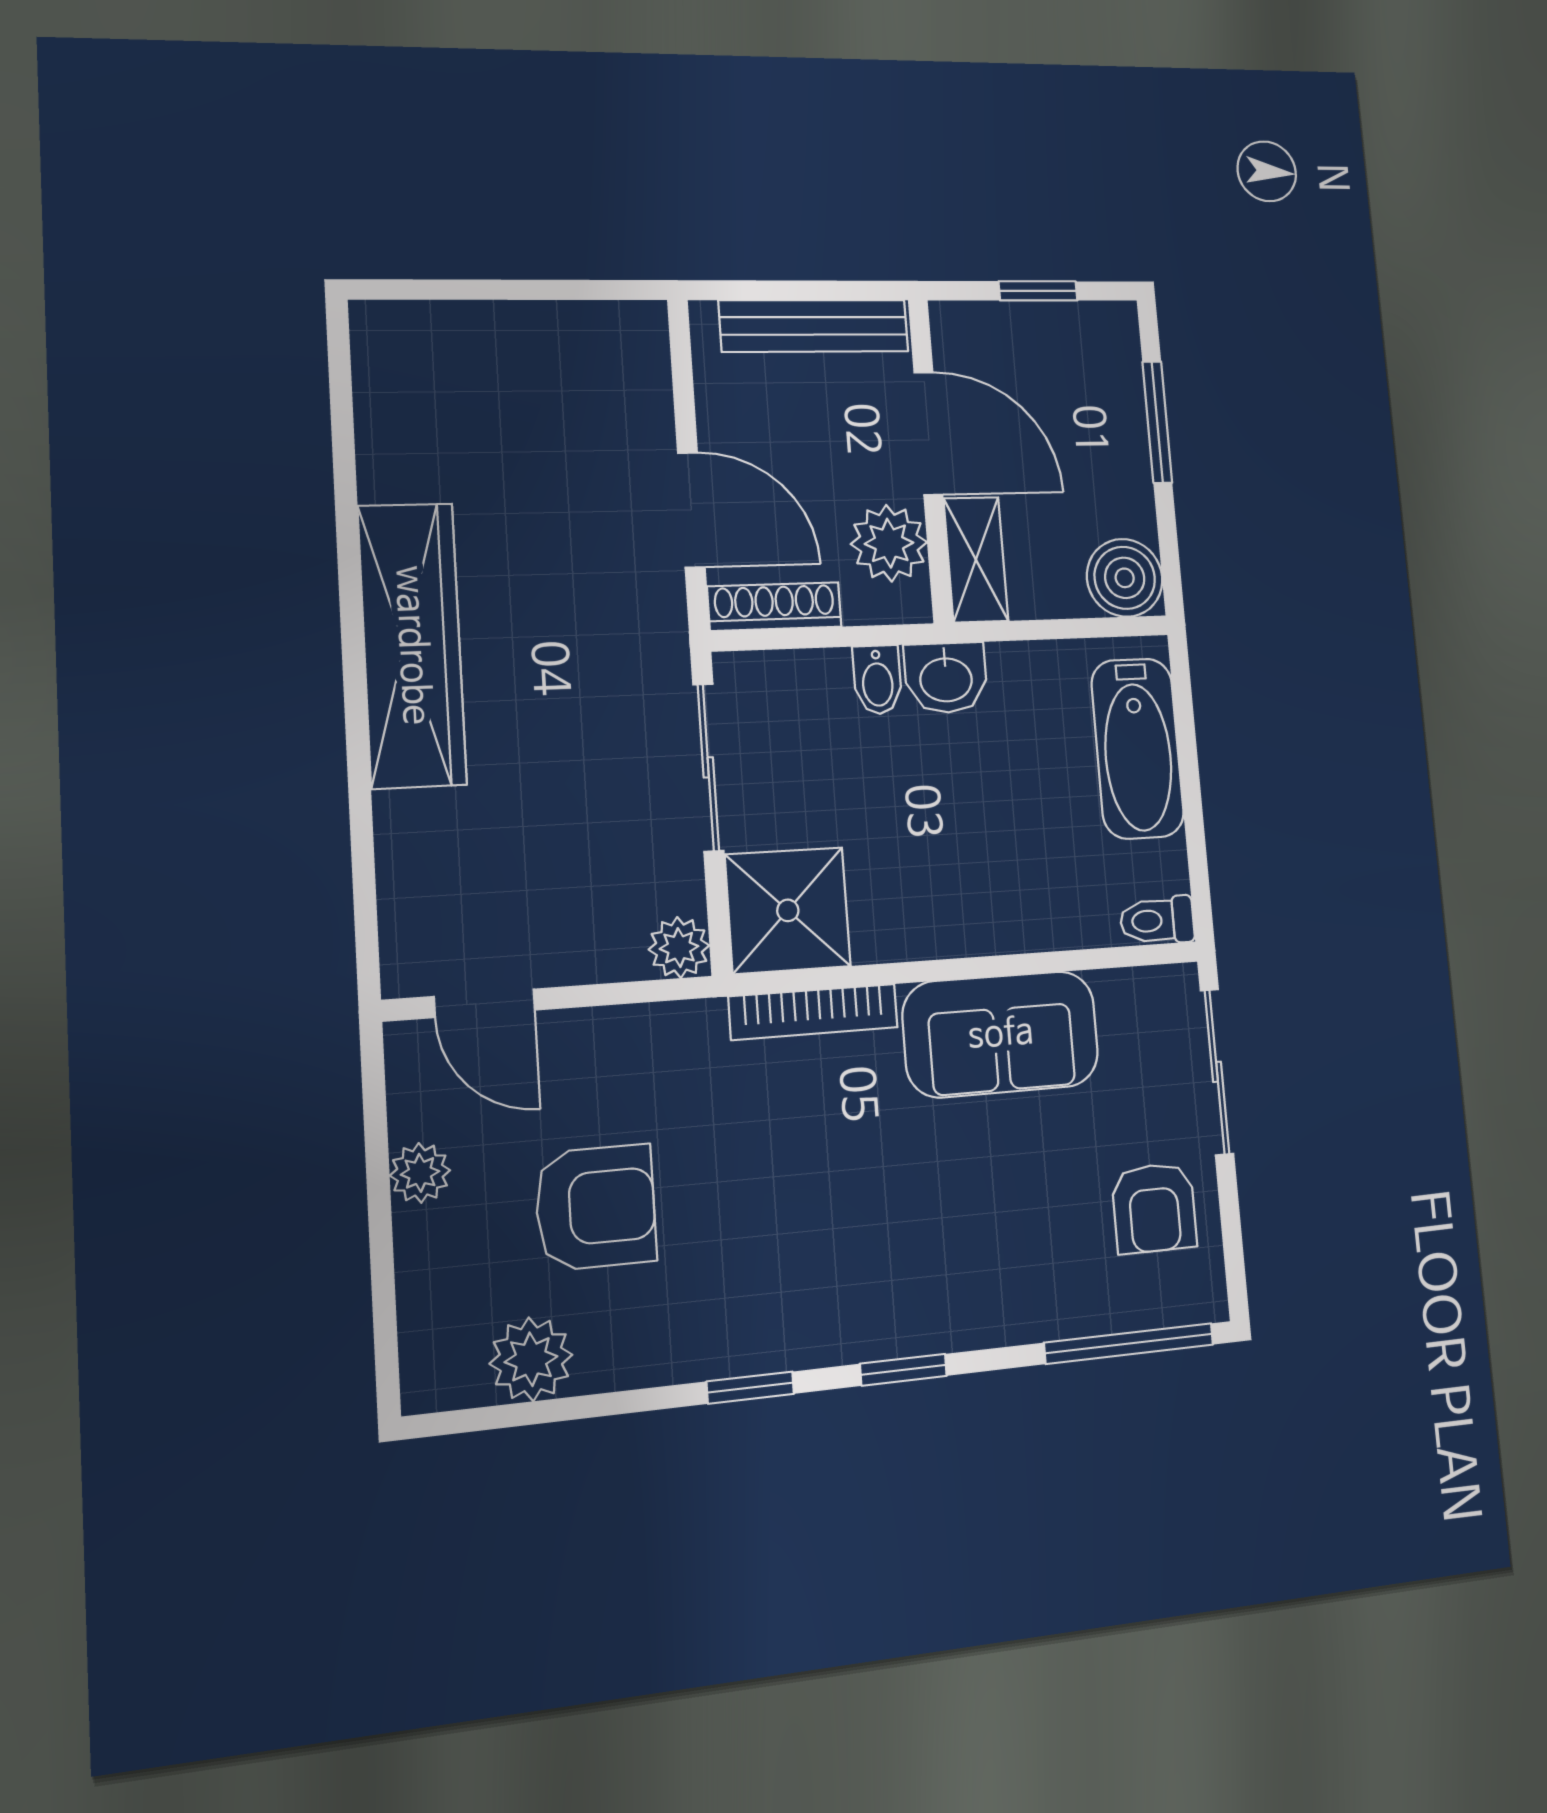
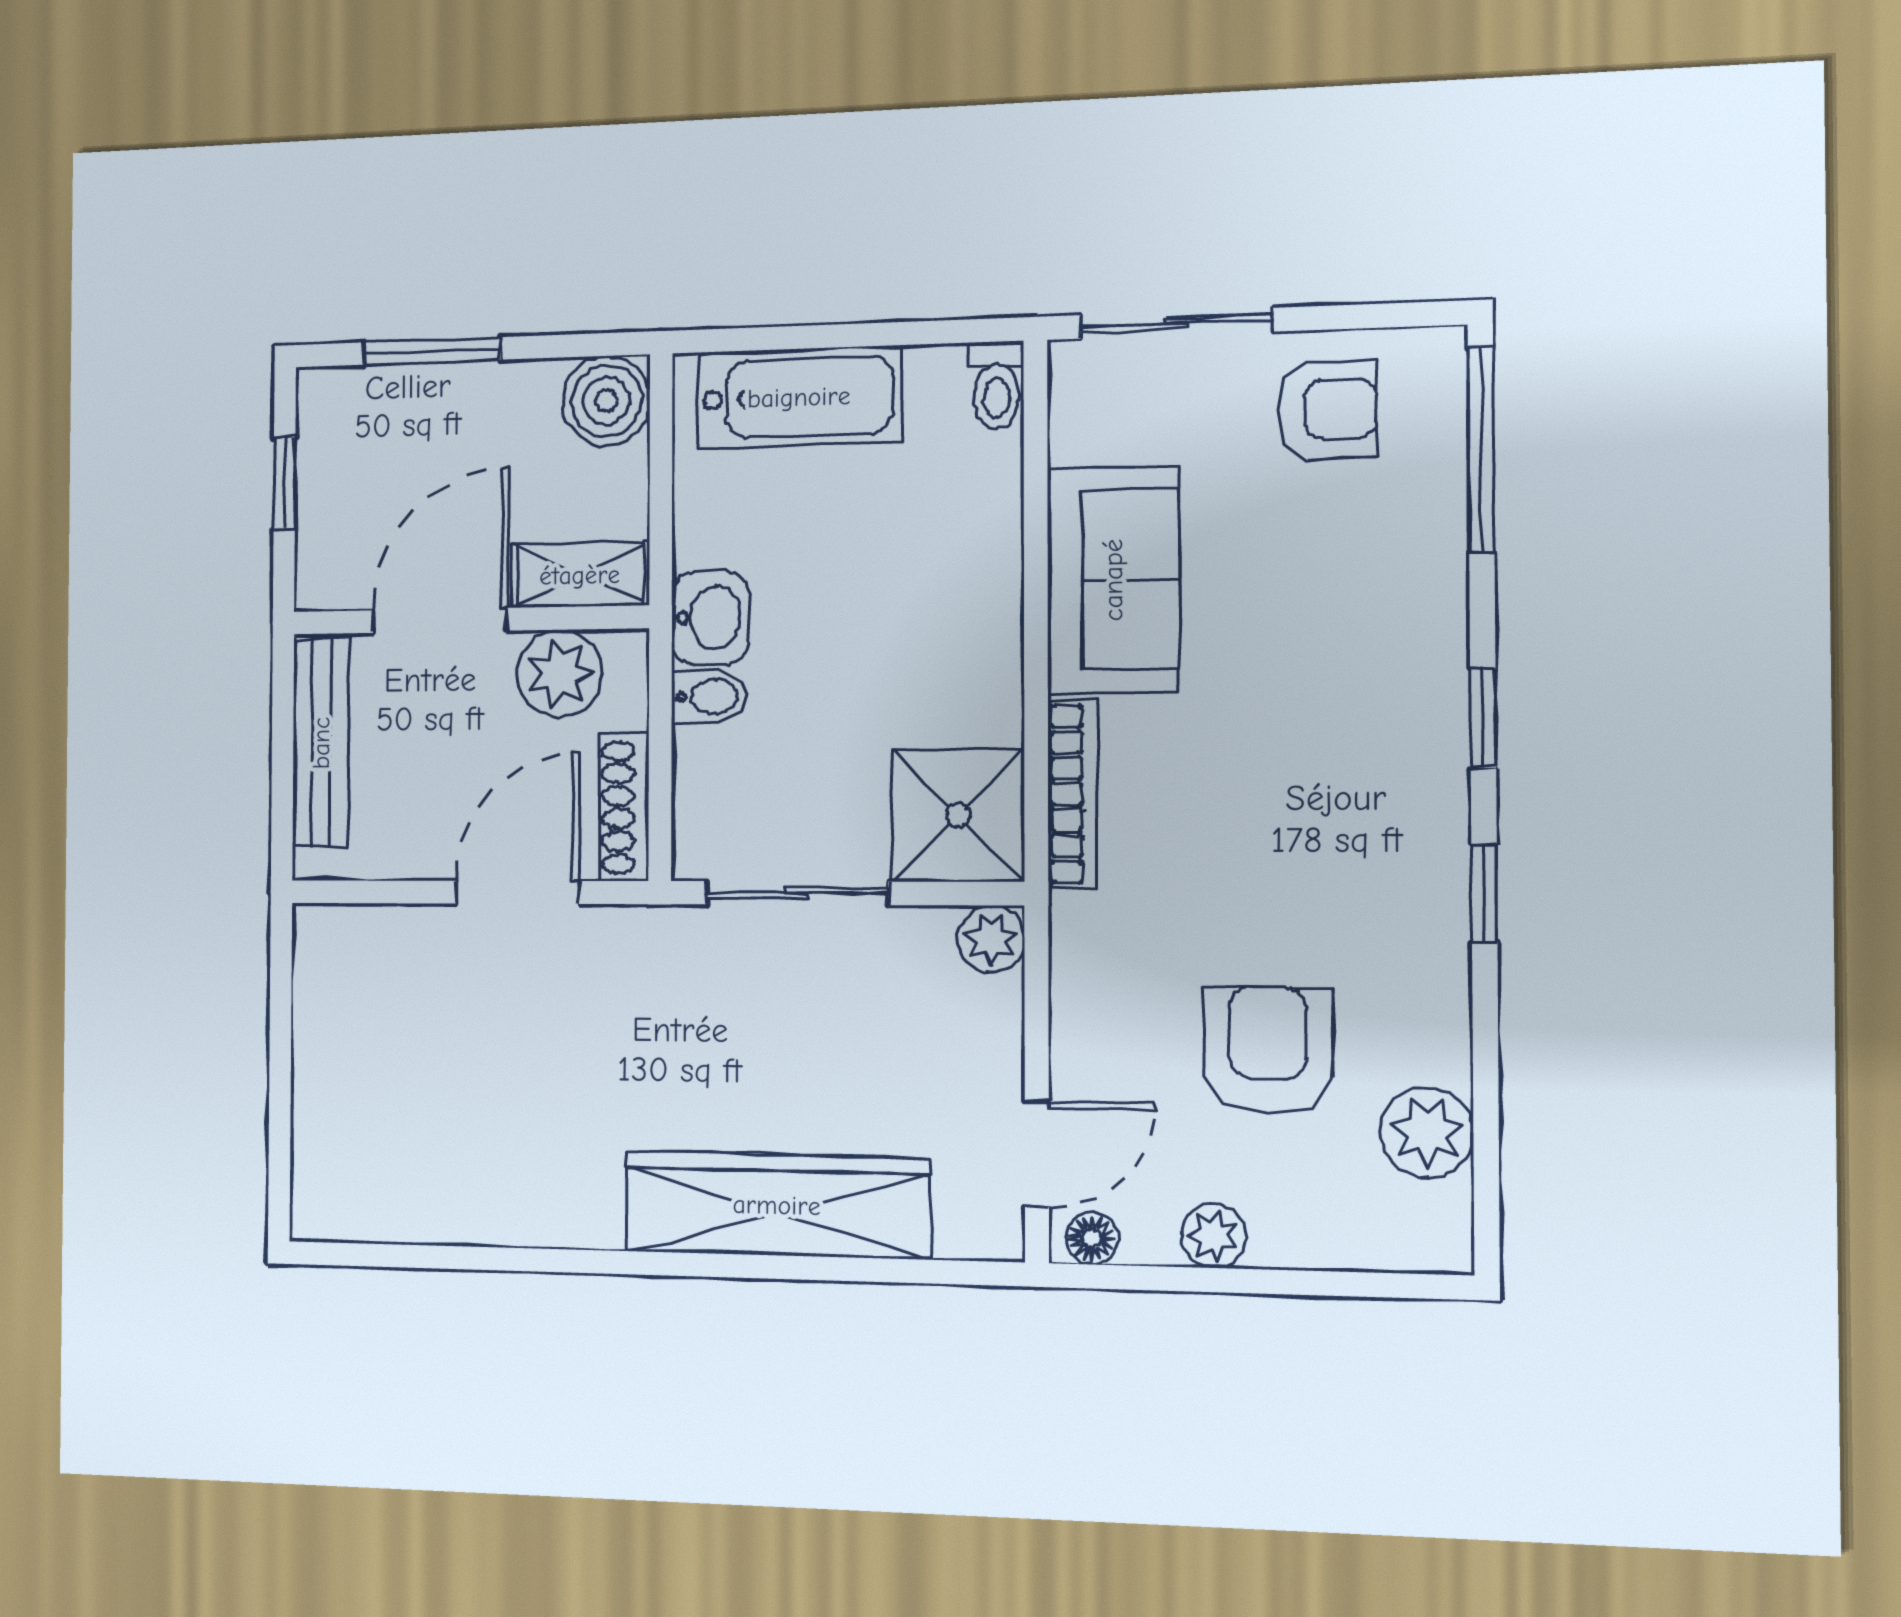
wardrobe: (412, 645) -> (777, 1205), moved
floor lamp: (409, 1060) -> (1092, 1238), added

